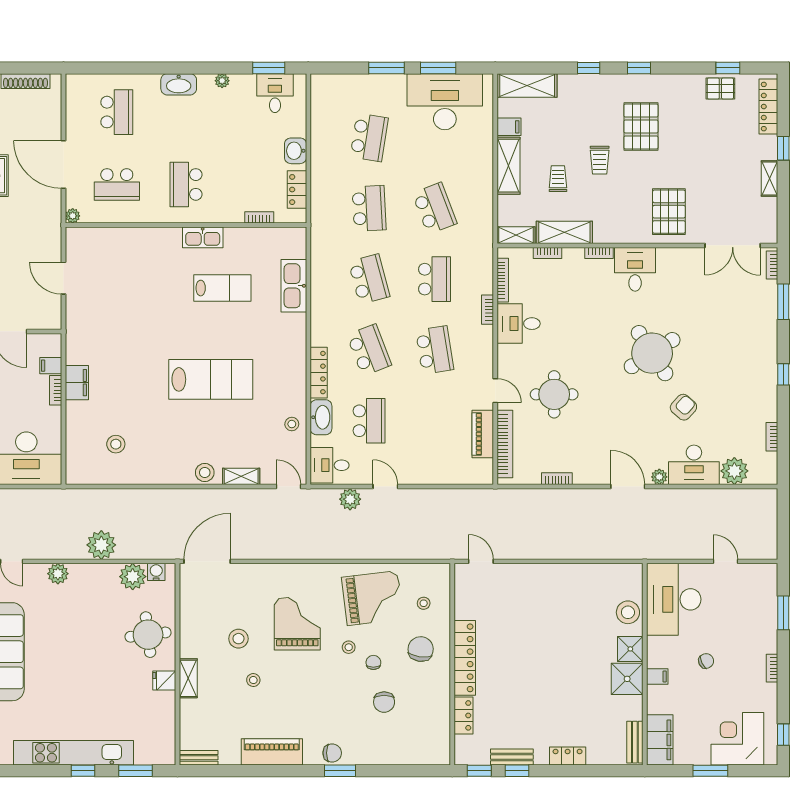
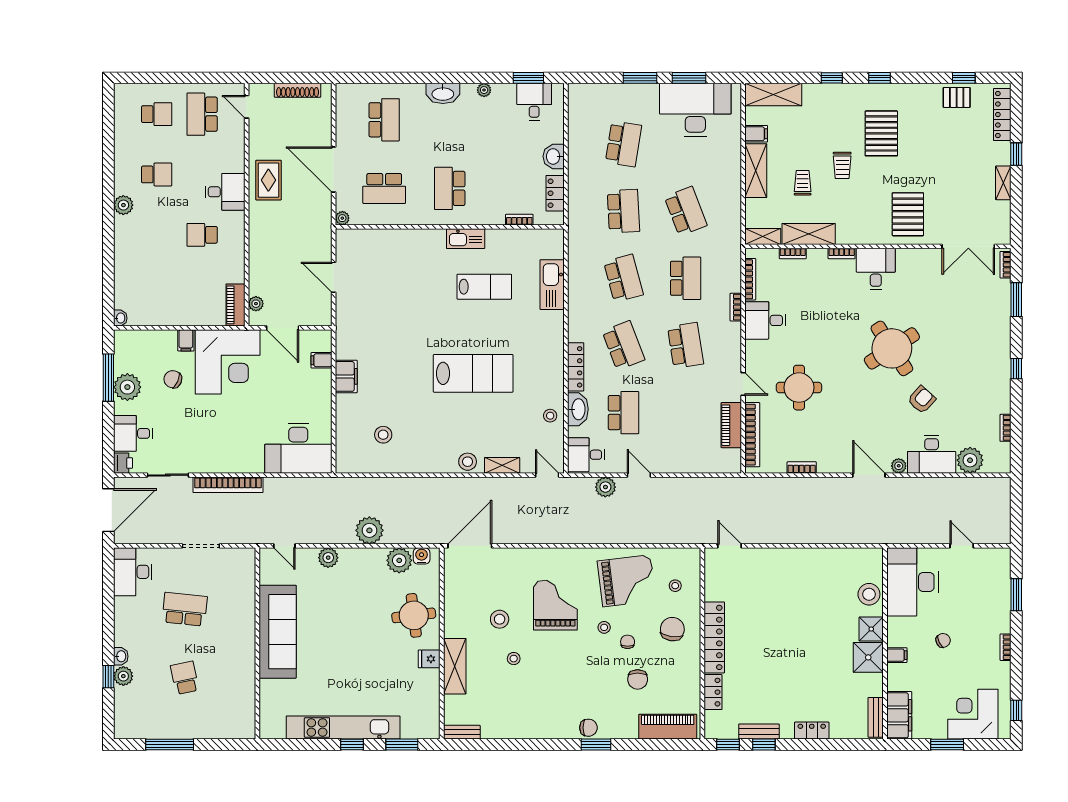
bookcase: (56, 390) -> (326, 384), removed
shelving: (188, 678) -> (455, 666), width x1.50, depth x1.33
piano: (272, 752) -> (668, 727), moved

